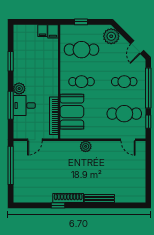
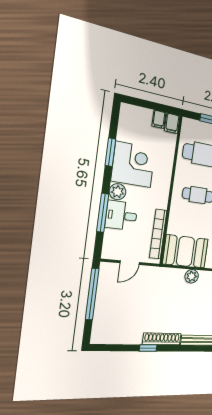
corner desk: (28, 67) -> (133, 165), added
booth: (72, 112) -> (185, 251), moved, turned 90

